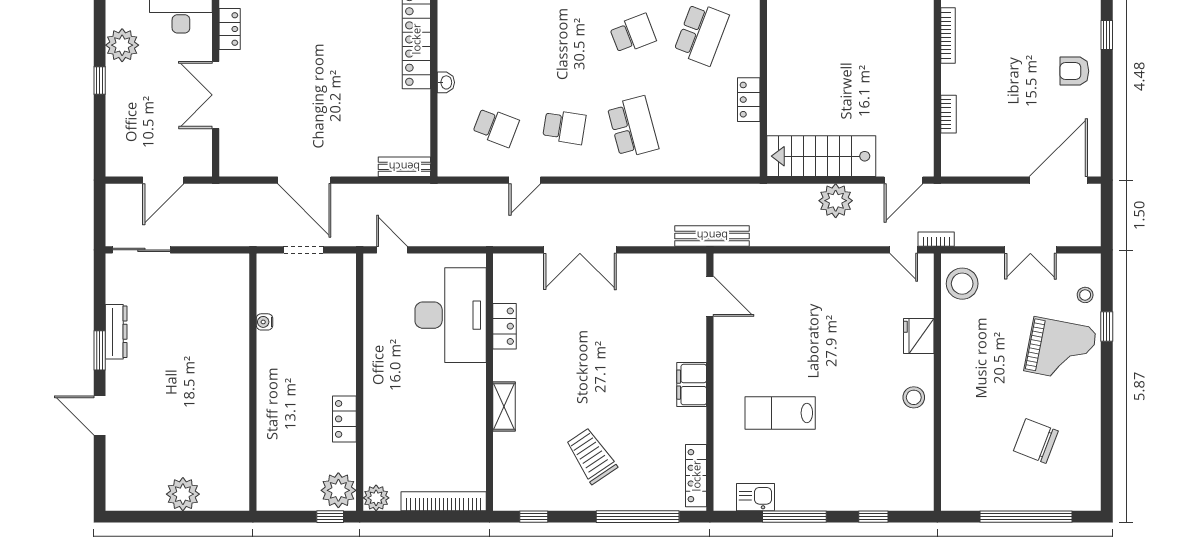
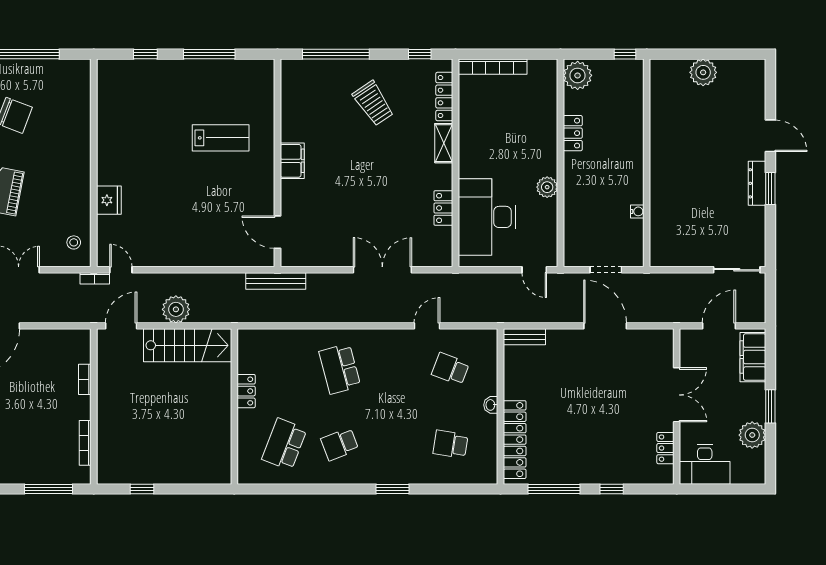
window: (100, 81) -> (770, 406), width x1.50
school desk: (564, 127) -> (450, 444), moved
filing cabinet: (121, 142) -> (753, 357), added
stool: (962, 284) -> (74, 242), width x0.53, depth x0.53
dresser: (116, 332) -> (757, 183), moved
stool: (914, 397) -> (113, 151), removed
locker: (696, 476) -> (444, 97), moved, turned 180
kitchen sink: (755, 497) -> (241, 70), removed
plant: (376, 498) -> (547, 187), moved
window: (330, 517) -> (625, 54), moved

